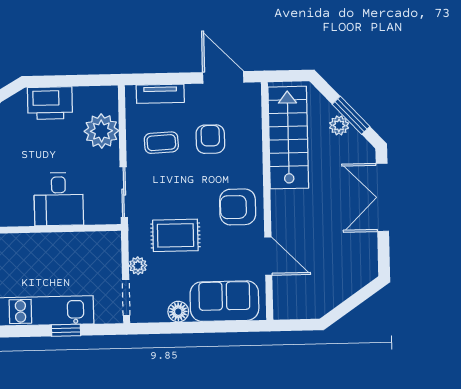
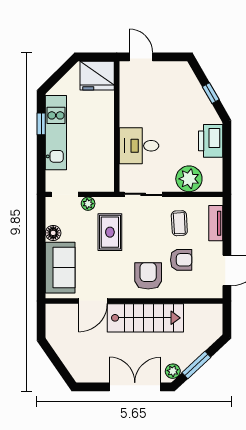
plant: (339, 125) -> (173, 371), moved
stairs: (288, 138) -> (145, 318), moved
armchair: (238, 207) -> (148, 276), moved
window: (66, 330) -> (41, 124), moved

